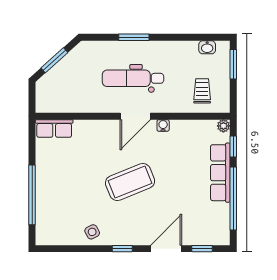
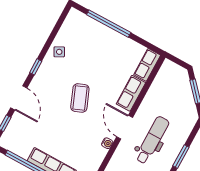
row of seats: (95, 129) -> (131, 93), added
coffee table: (130, 182) -> (80, 98), width x0.73, depth x0.76

